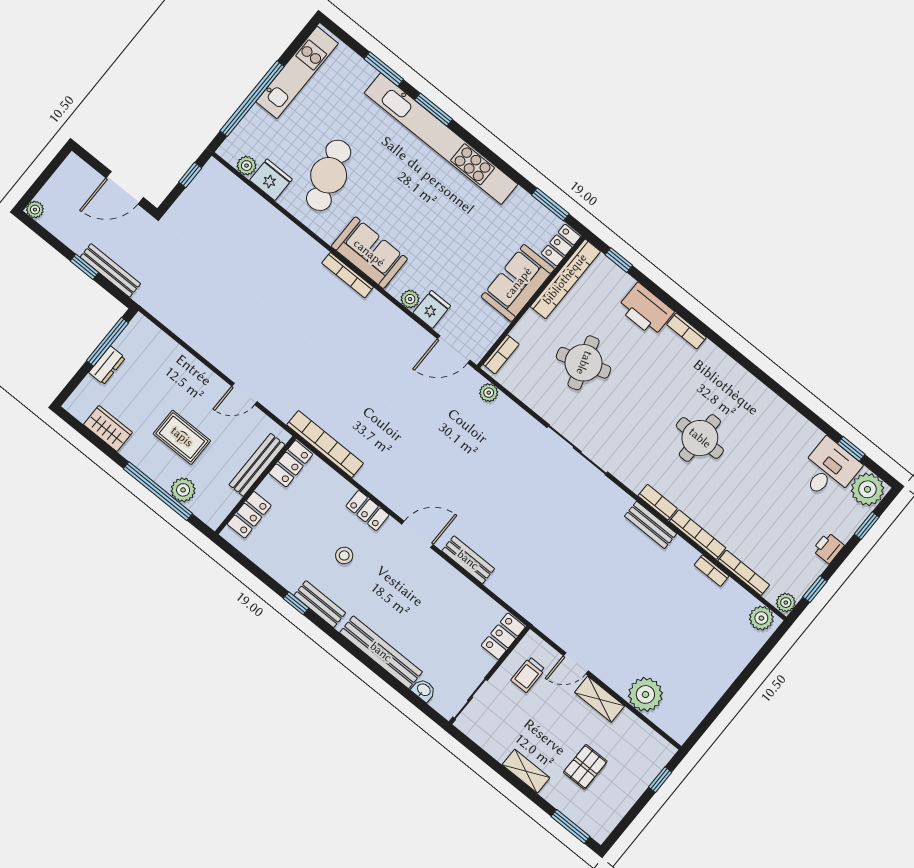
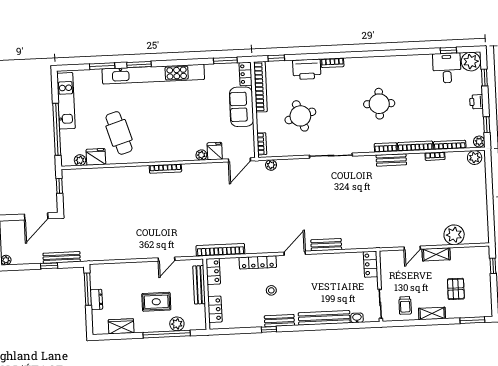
sofa: (369, 253) -> (166, 151), removed
locker: (368, 510) -> (258, 262), width x1.53
trolley: (528, 675) -> (405, 305), moved

